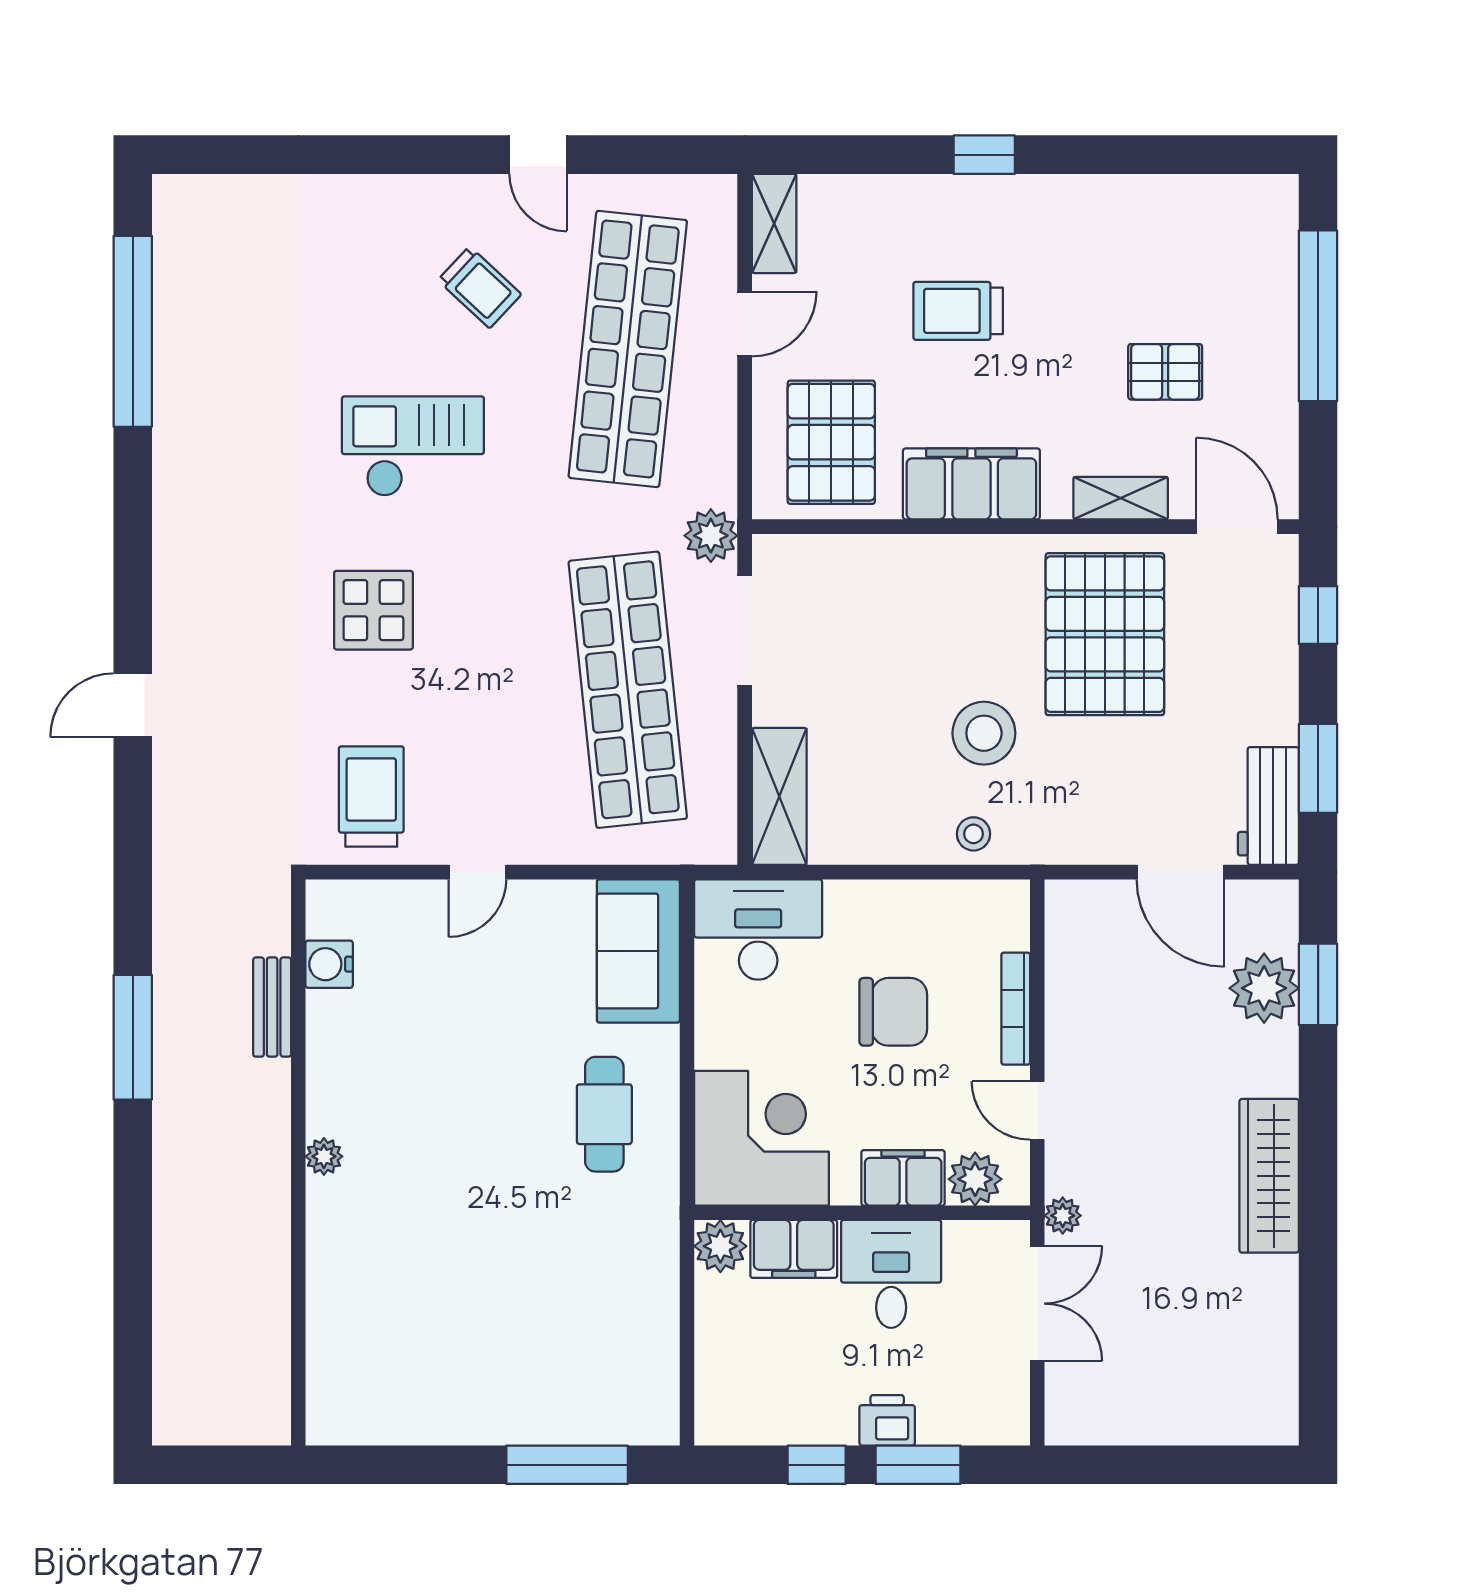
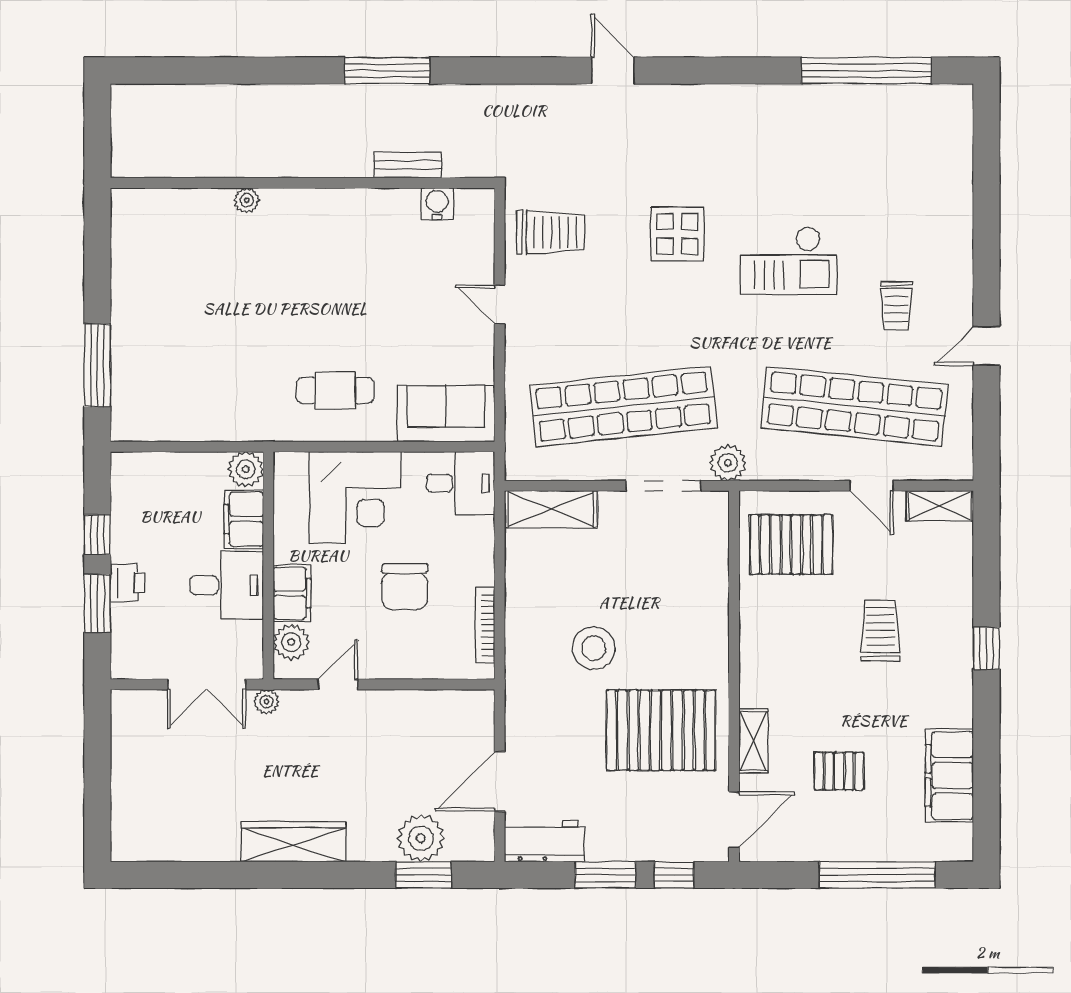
trolley: (480, 287) -> (896, 306), turned -43
pallet: (1165, 372) -> (839, 771), turned 90
checkout: (413, 446) -> (789, 261), turned 90
filing cabinet: (971, 484) -> (949, 776), moved, turned 180
window: (1318, 768) -> (605, 875), moved
stool: (973, 834) -> (525, 641), removed
desk: (758, 929) -> (461, 483), width x0.73
bookcase: (1016, 1009) -> (485, 625), moved, turned -90
corner desk: (762, 1138) -> (355, 497), moved
plant: (324, 1156) -> (247, 200), moved

